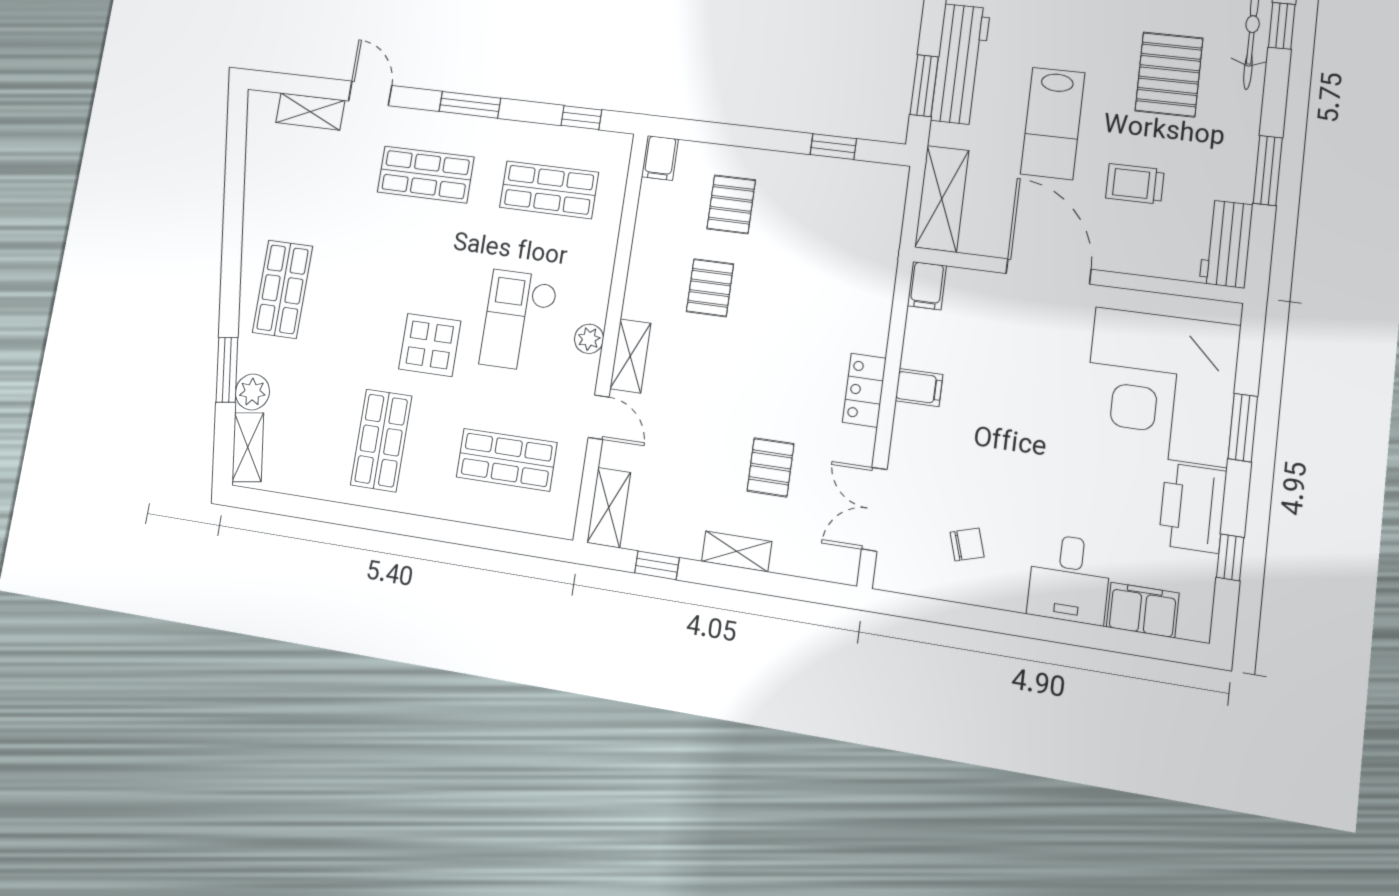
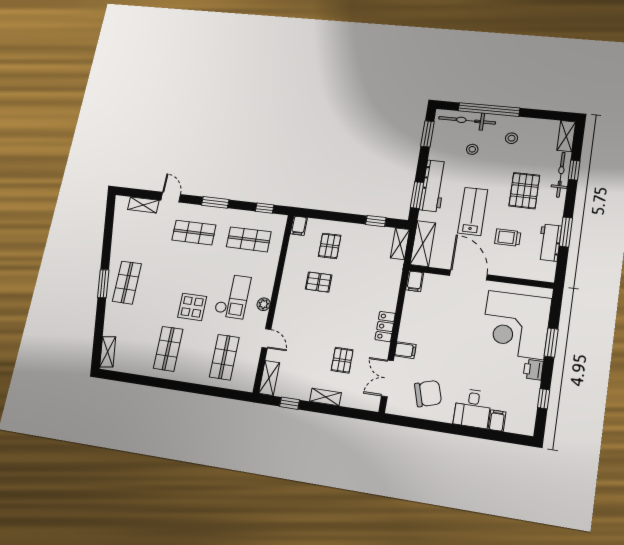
lab bench: (1053, 123) -> (473, 211), turned 180
workbench: (1226, 244) -> (550, 243), moved
pallet: (710, 288) -> (319, 282), turned 90
checkout: (519, 321) -> (233, 296), turned 180
shelving: (630, 356) -> (400, 244), moved
window: (227, 370) -> (103, 284), moved
filing cabinet: (919, 388) -> (405, 350), moved
plant: (252, 392) -> (111, 328), removed
shop shelf: (507, 460) -> (224, 357), turned 90
printer: (1192, 508) -> (533, 370), width x0.53, depth x0.68
chair: (967, 544) -> (428, 394), width x1.87, depth x1.87
filing cabinet: (1143, 610) -> (497, 421), width x0.50

